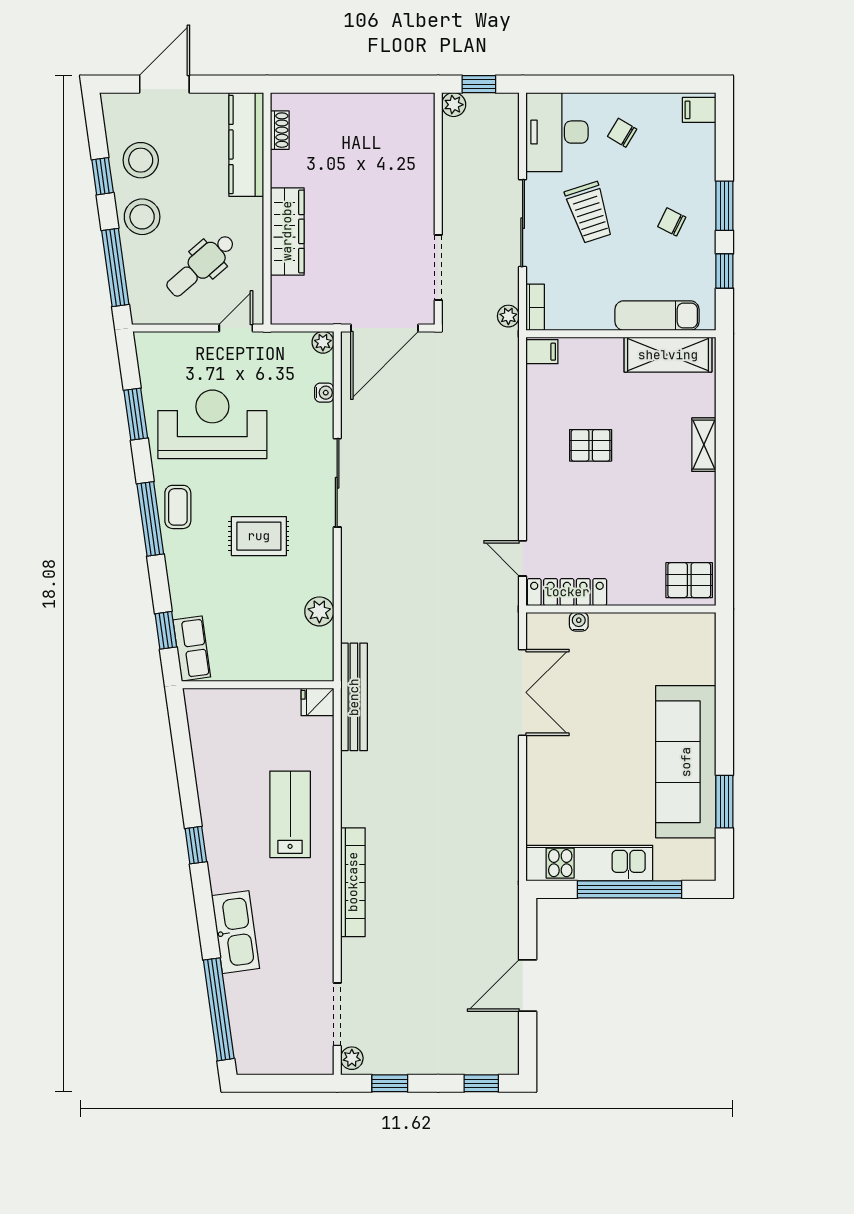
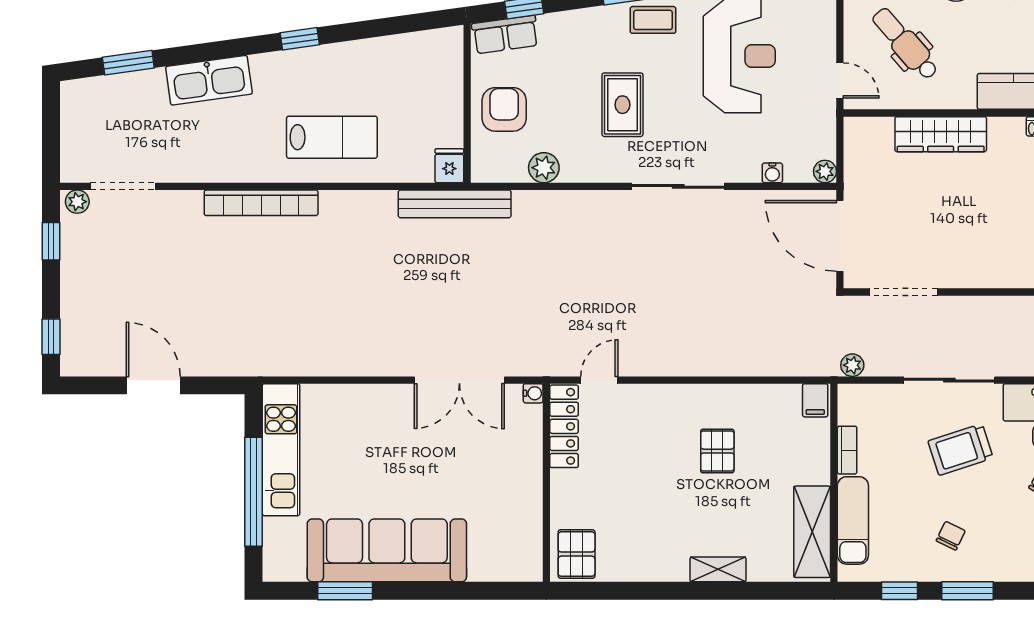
bookcase: (535, 307) -> (847, 450), moved, turned -90
water cooler: (579, 622) -> (533, 393), moved
armchair: (264, 649) -> (504, 109), added
window: (219, 1009) -> (128, 63), width x0.47

